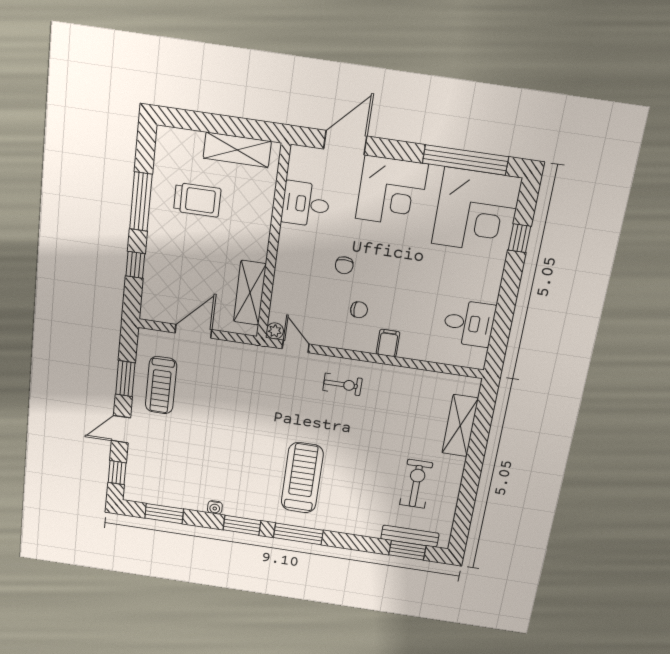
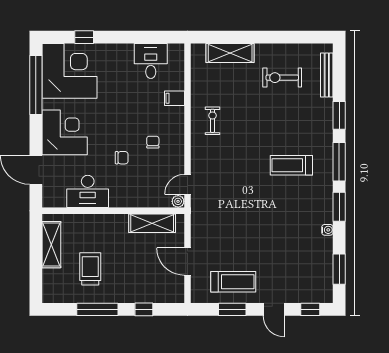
desk: (306, 204) -> (88, 191), width x1.37
filing cabinet: (388, 343) -> (175, 98), moved
exercise bike: (342, 384) -> (213, 121), moved
treadmill: (302, 478) -> (291, 165), width x0.73, depth x0.73
window: (407, 550) -> (339, 115), moved

